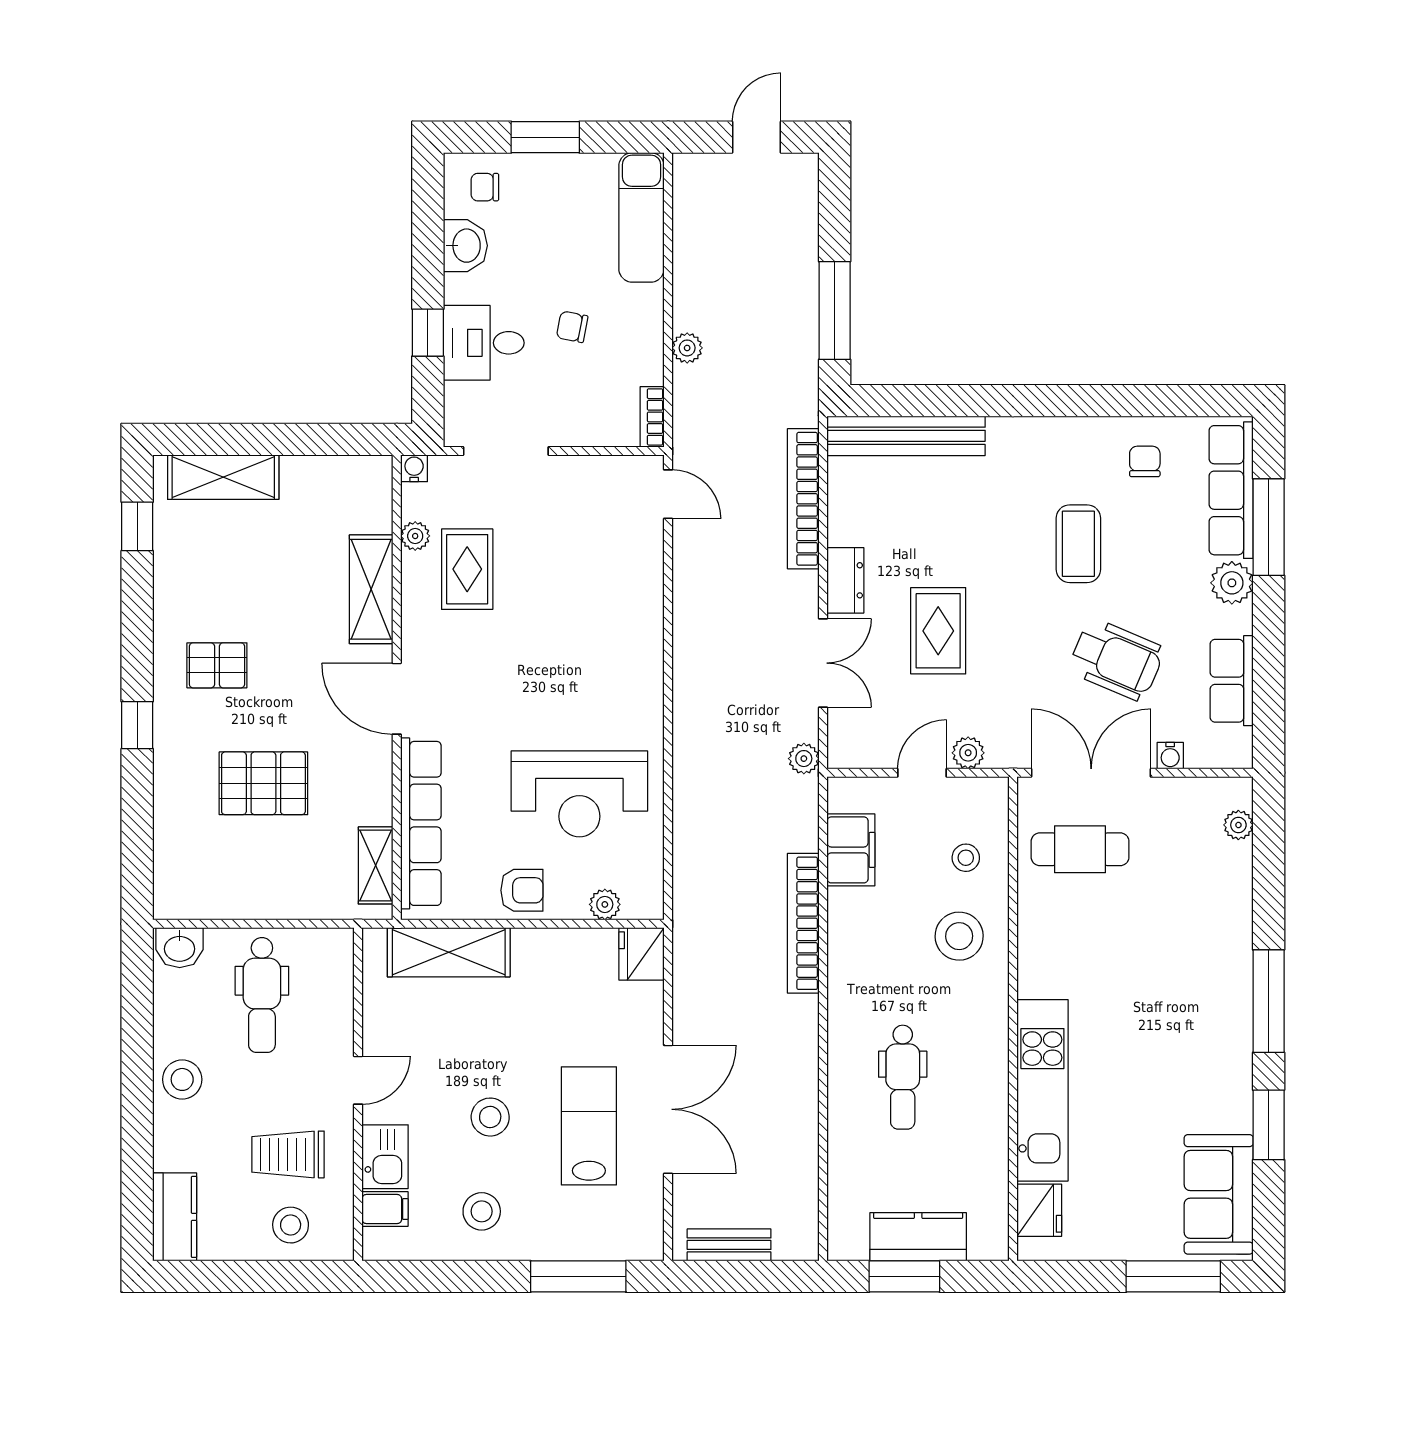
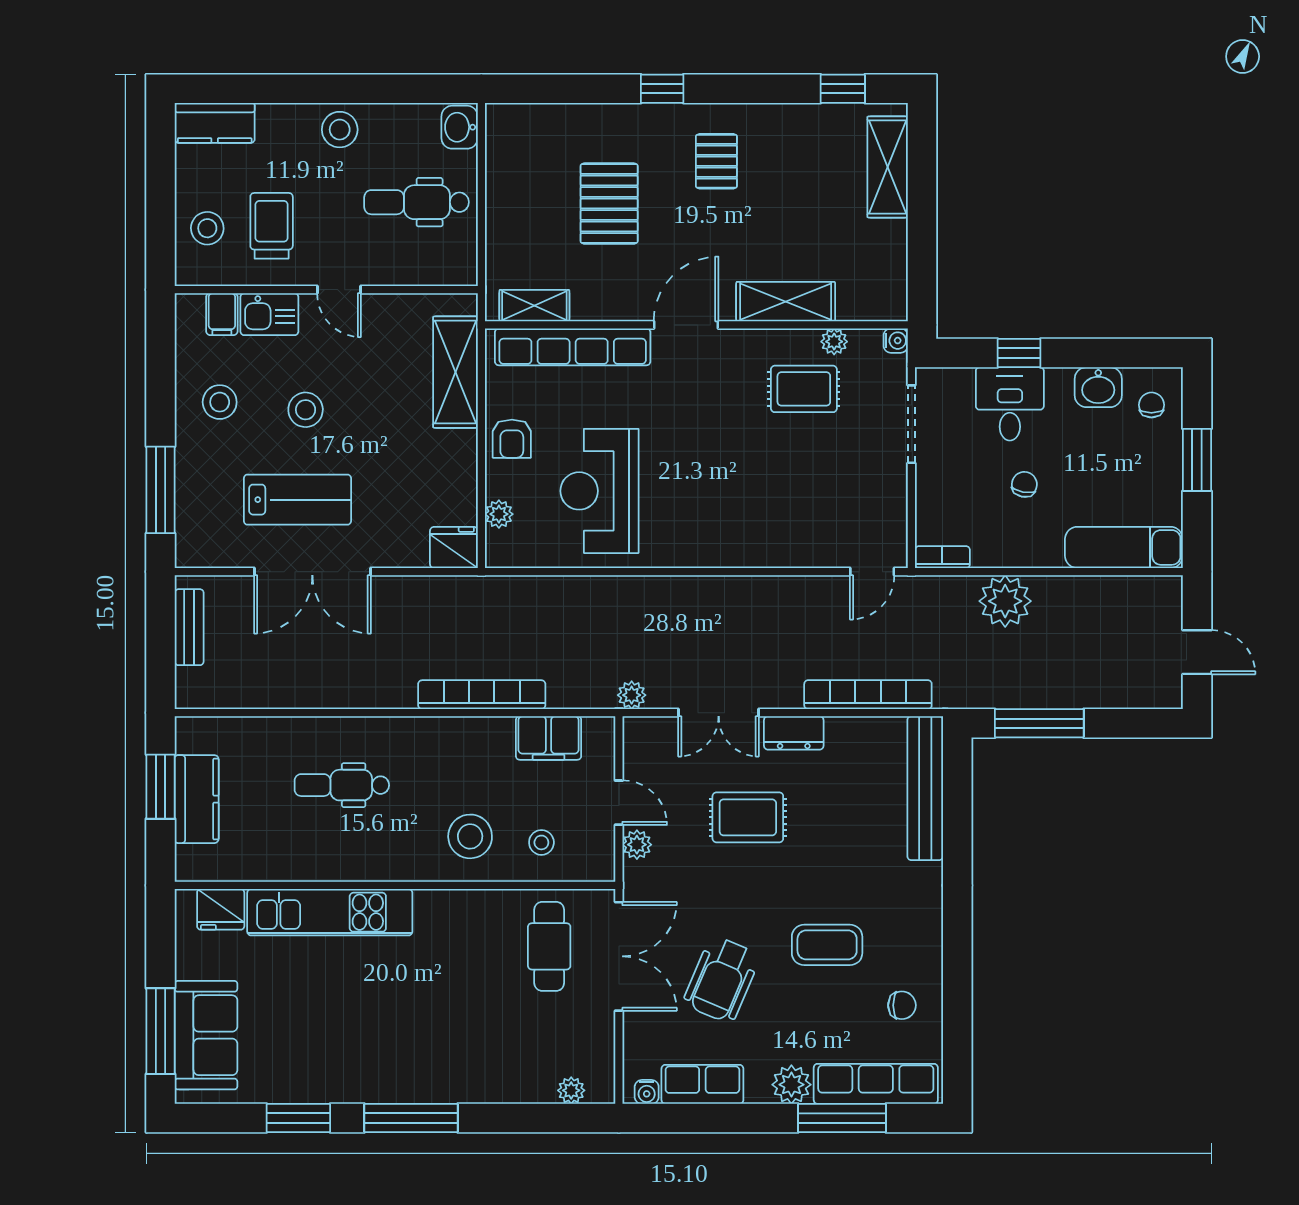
plant: (687, 348) -> (1005, 601), width x1.88, depth x1.88
water cooler: (1170, 756) -> (647, 1092), moved, turned -90
sofa: (1219, 1194) -> (206, 1035), moved, turned 90

